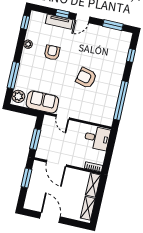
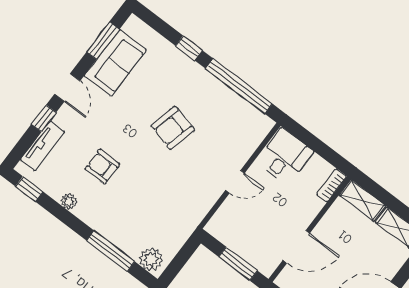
tv unit: (59, 22) -> (43, 146), moved
window: (131, 55) -> (189, 48), moved
sofa: (42, 102) -> (115, 63), moved, turned 180
door: (63, 117) -> (235, 182), moved

